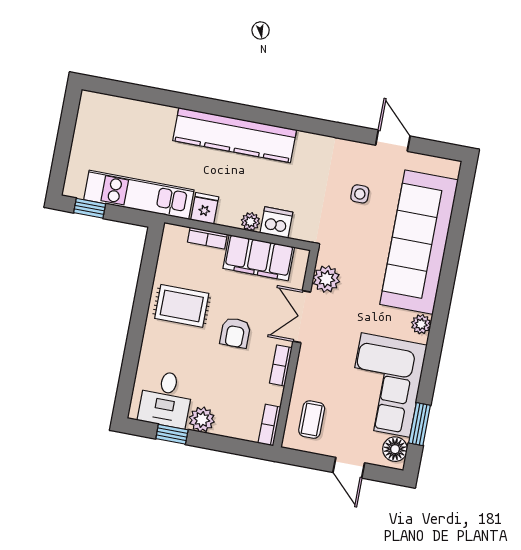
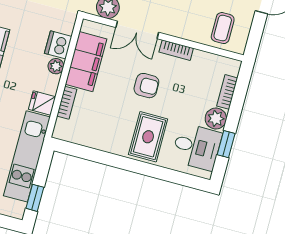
rug: (182, 306) -> (148, 137), moved
coffee table: (312, 420) -> (223, 28), turned 90
bookcase: (269, 425) -> (227, 92), moved, turned 90

